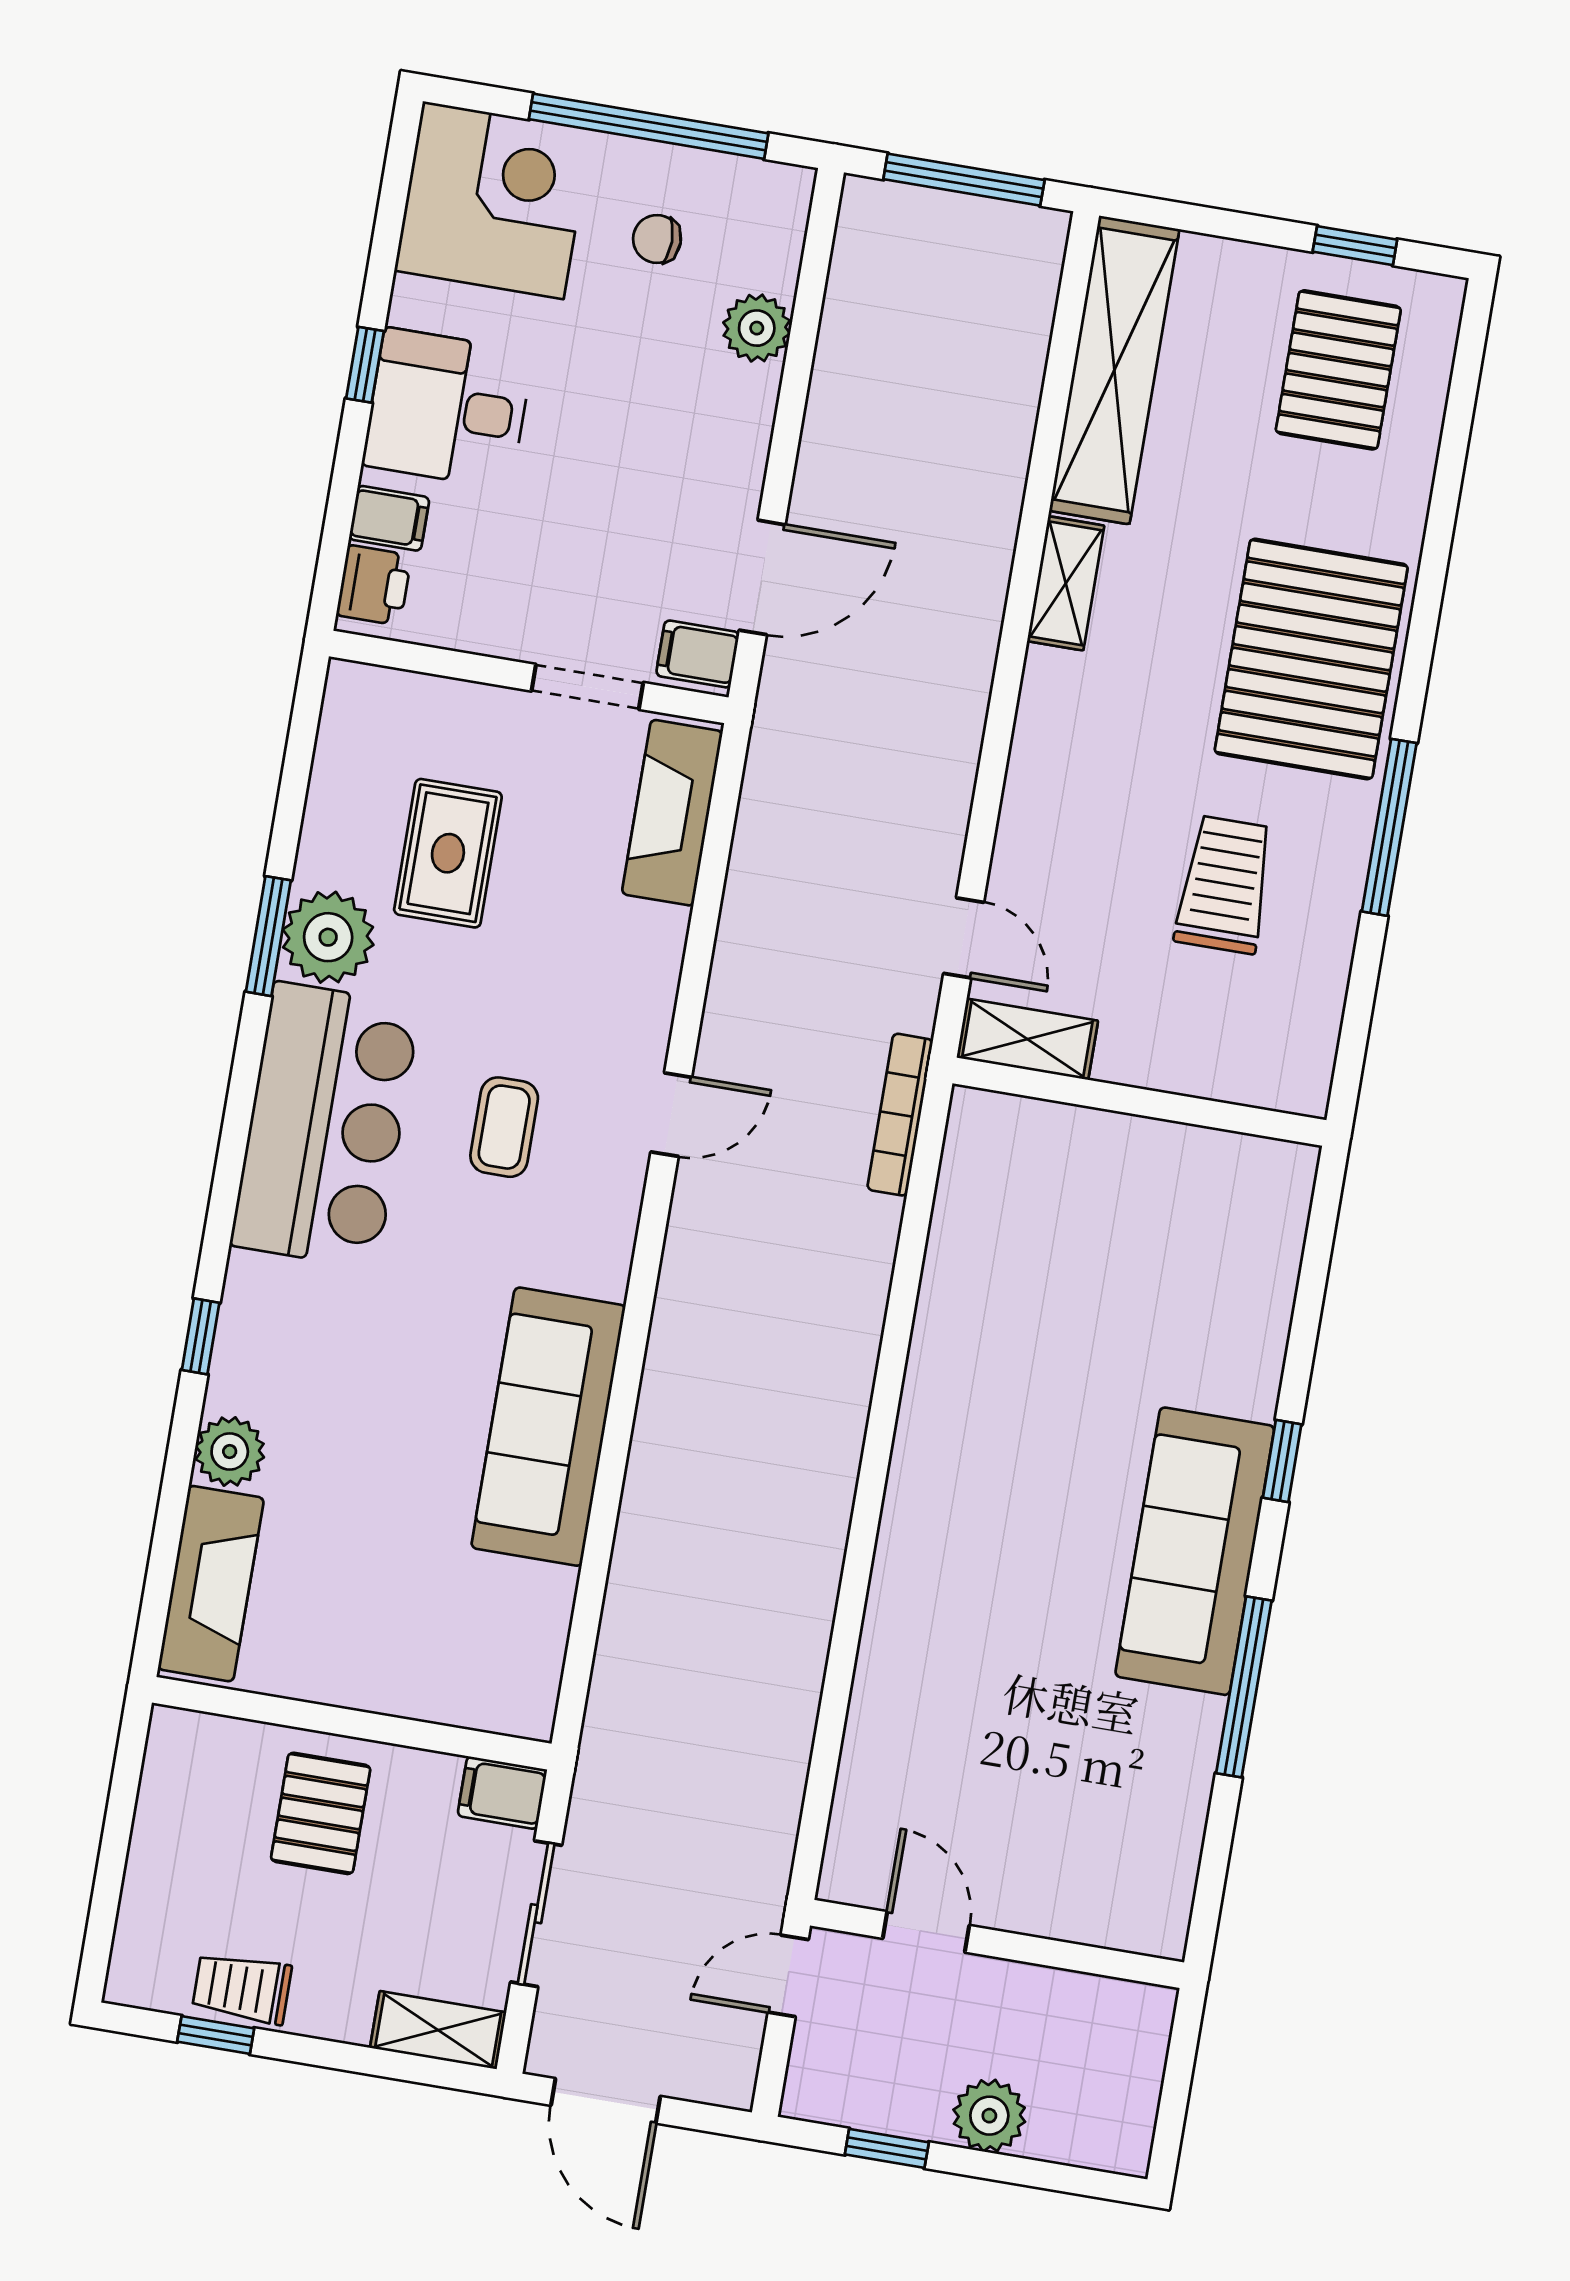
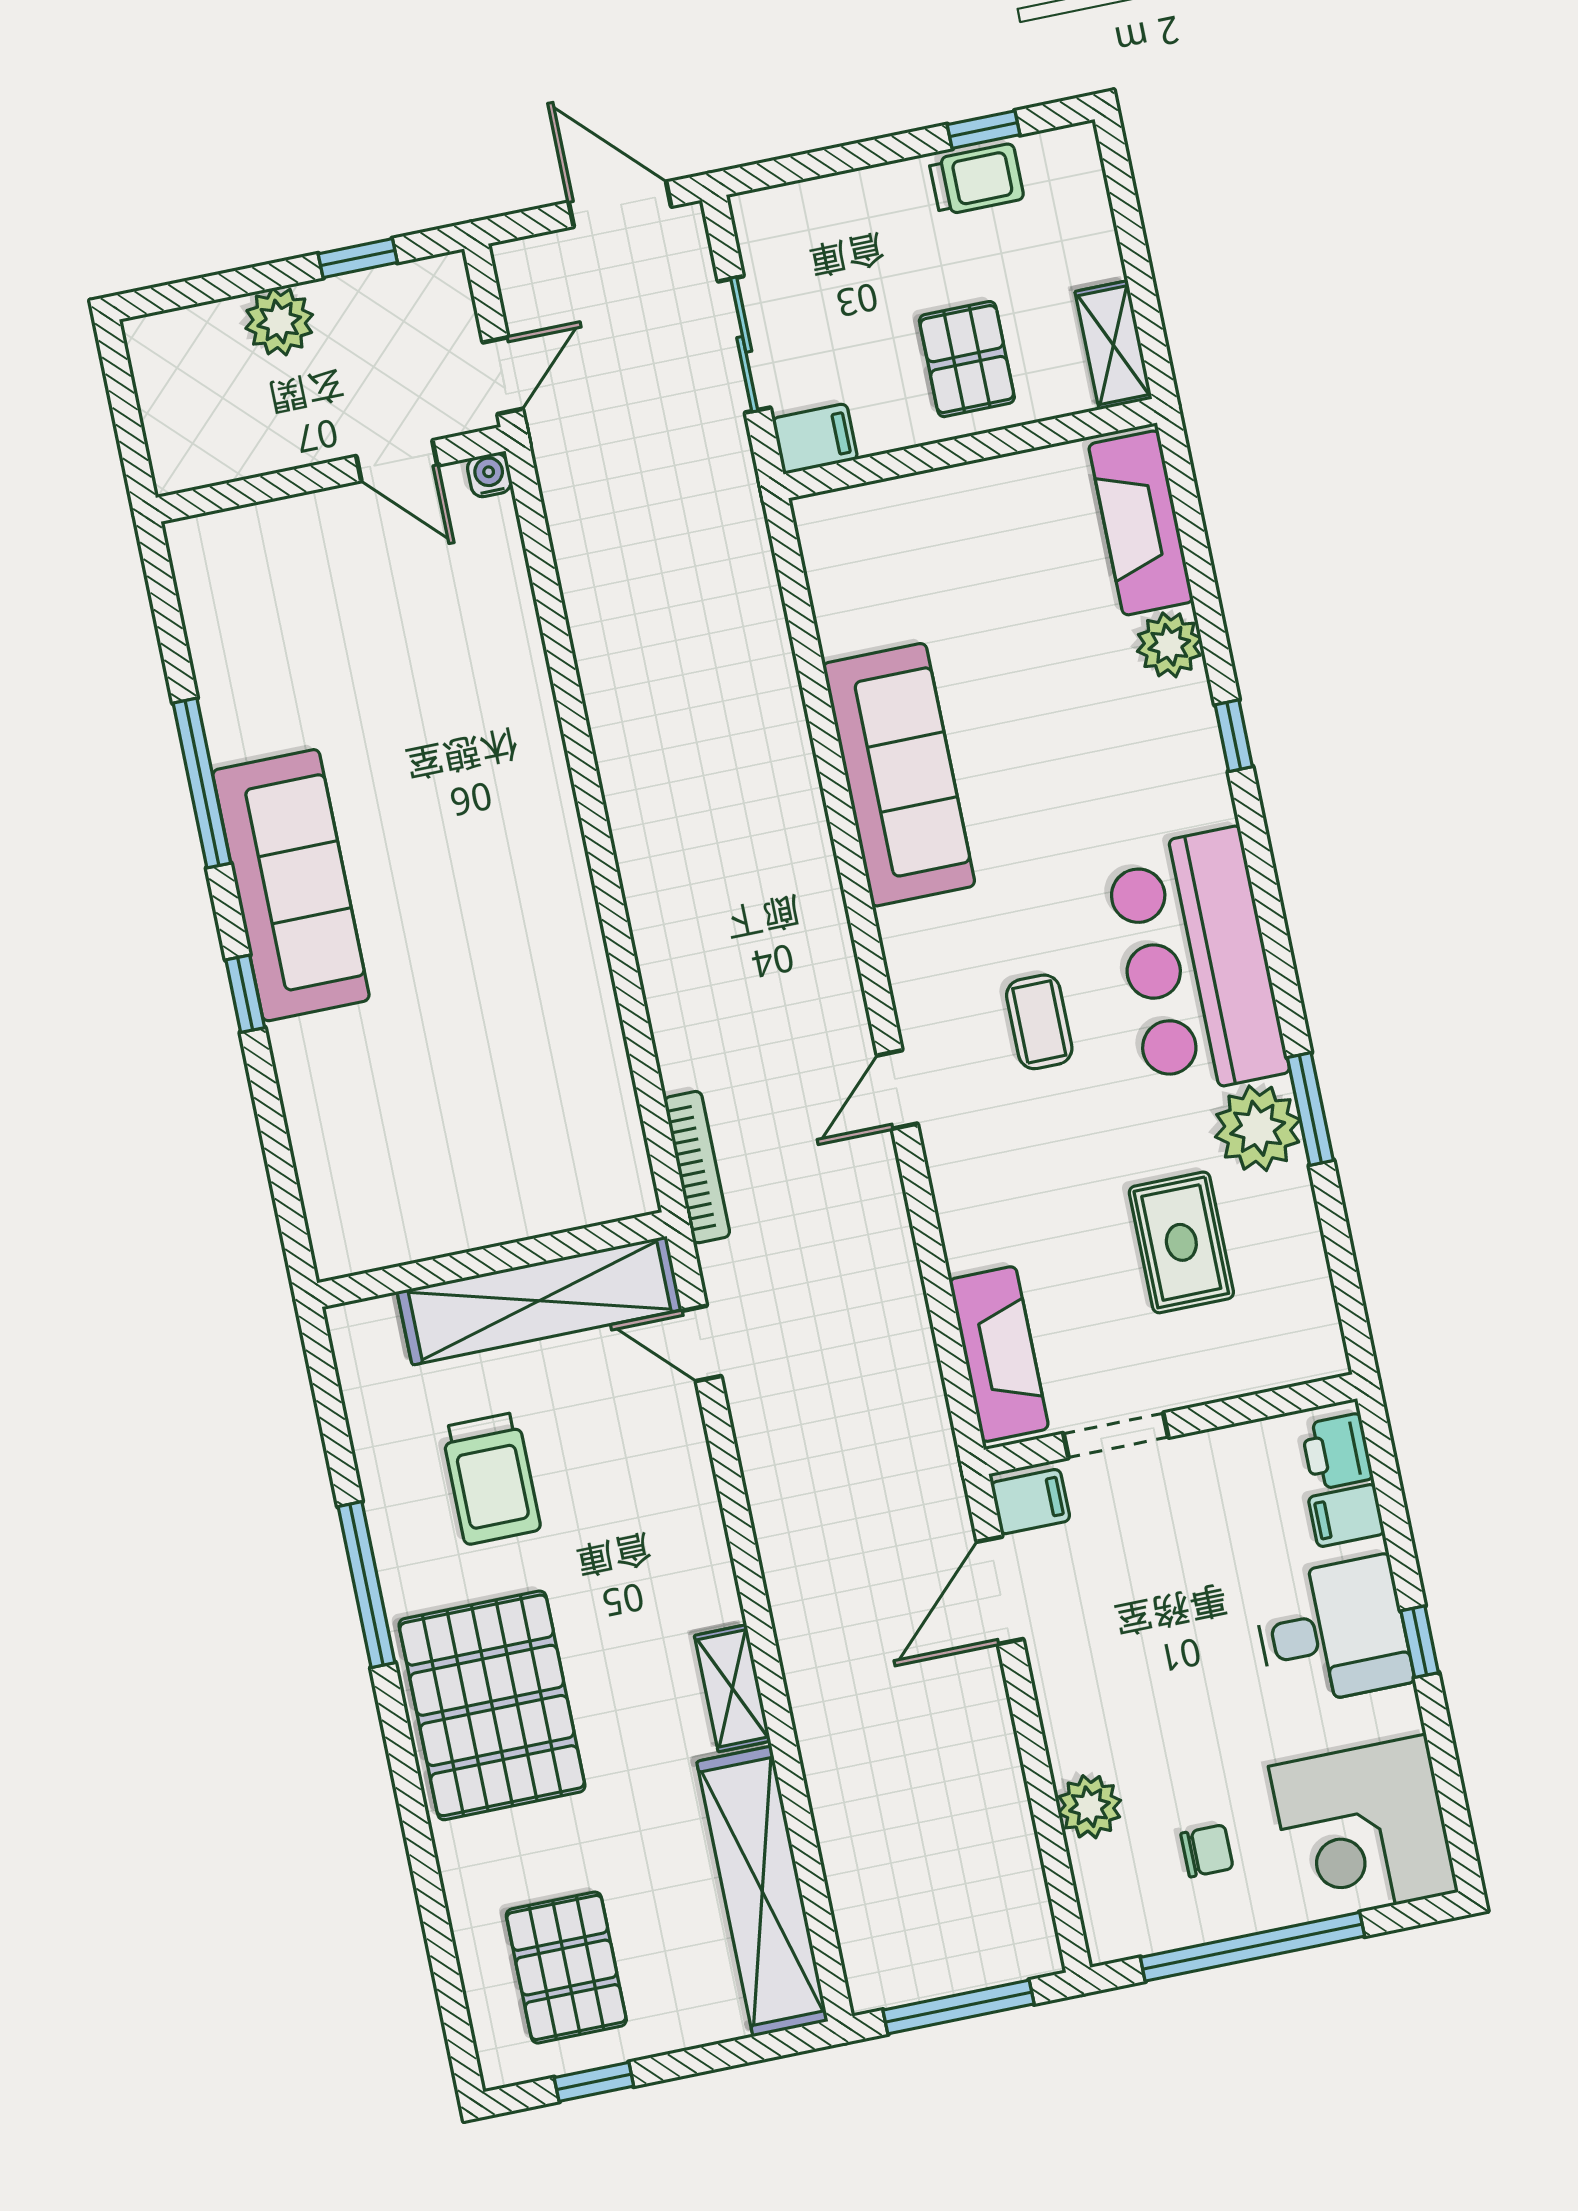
shelving: (1027, 1039) -> (539, 1301), width x2.20, depth x1.33
water cooler: (840, 1882) -> (489, 475), added
shelving: (438, 2030) -> (1113, 345), moved, turned 90

